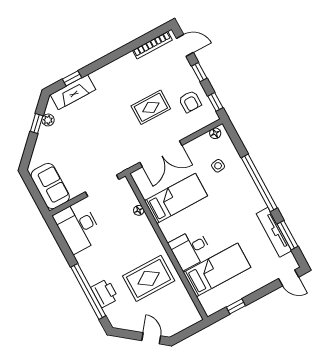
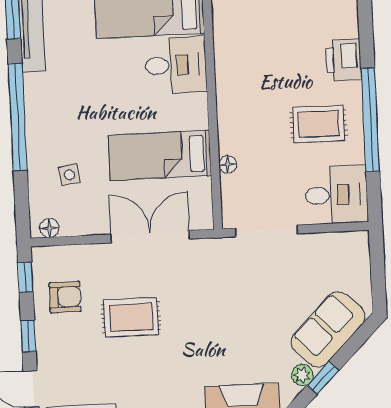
armchair: (190, 102) -> (65, 297), turned 90
sofa: (50, 186) -> (328, 329), moved, turned 45
desk: (78, 227) -> (336, 195), width x0.73
rug: (149, 278) -> (319, 124), moved, width x0.73, depth x0.70
window: (88, 291) -> (370, 120), moved

